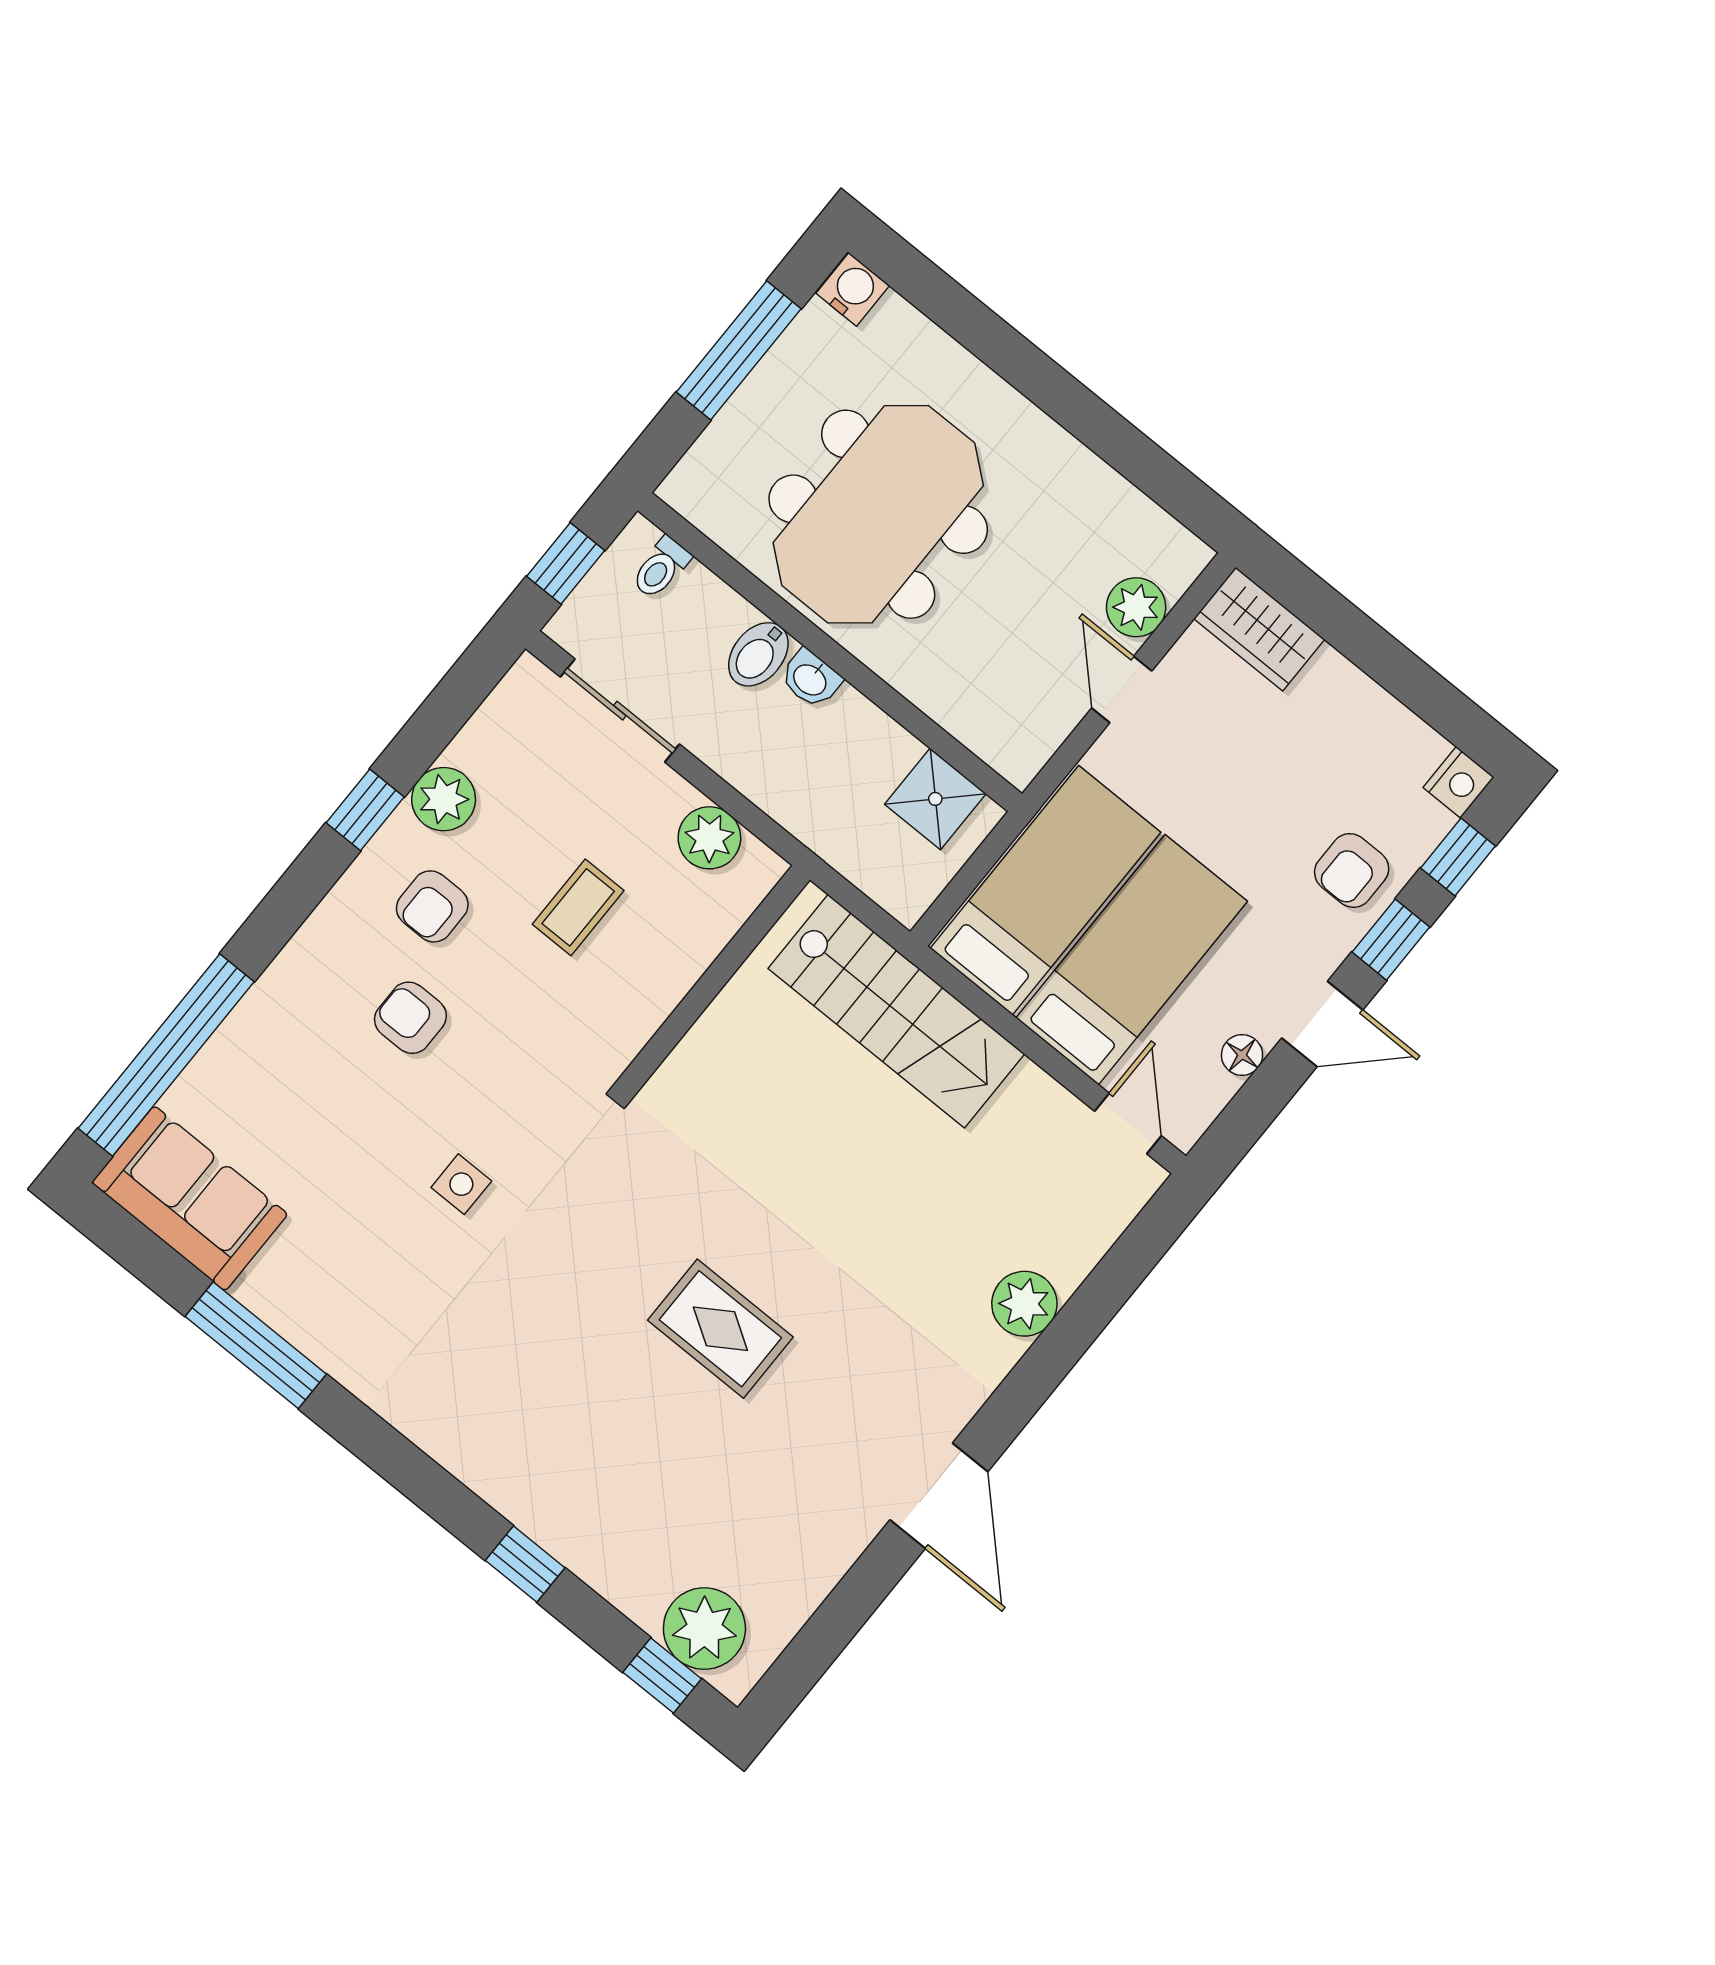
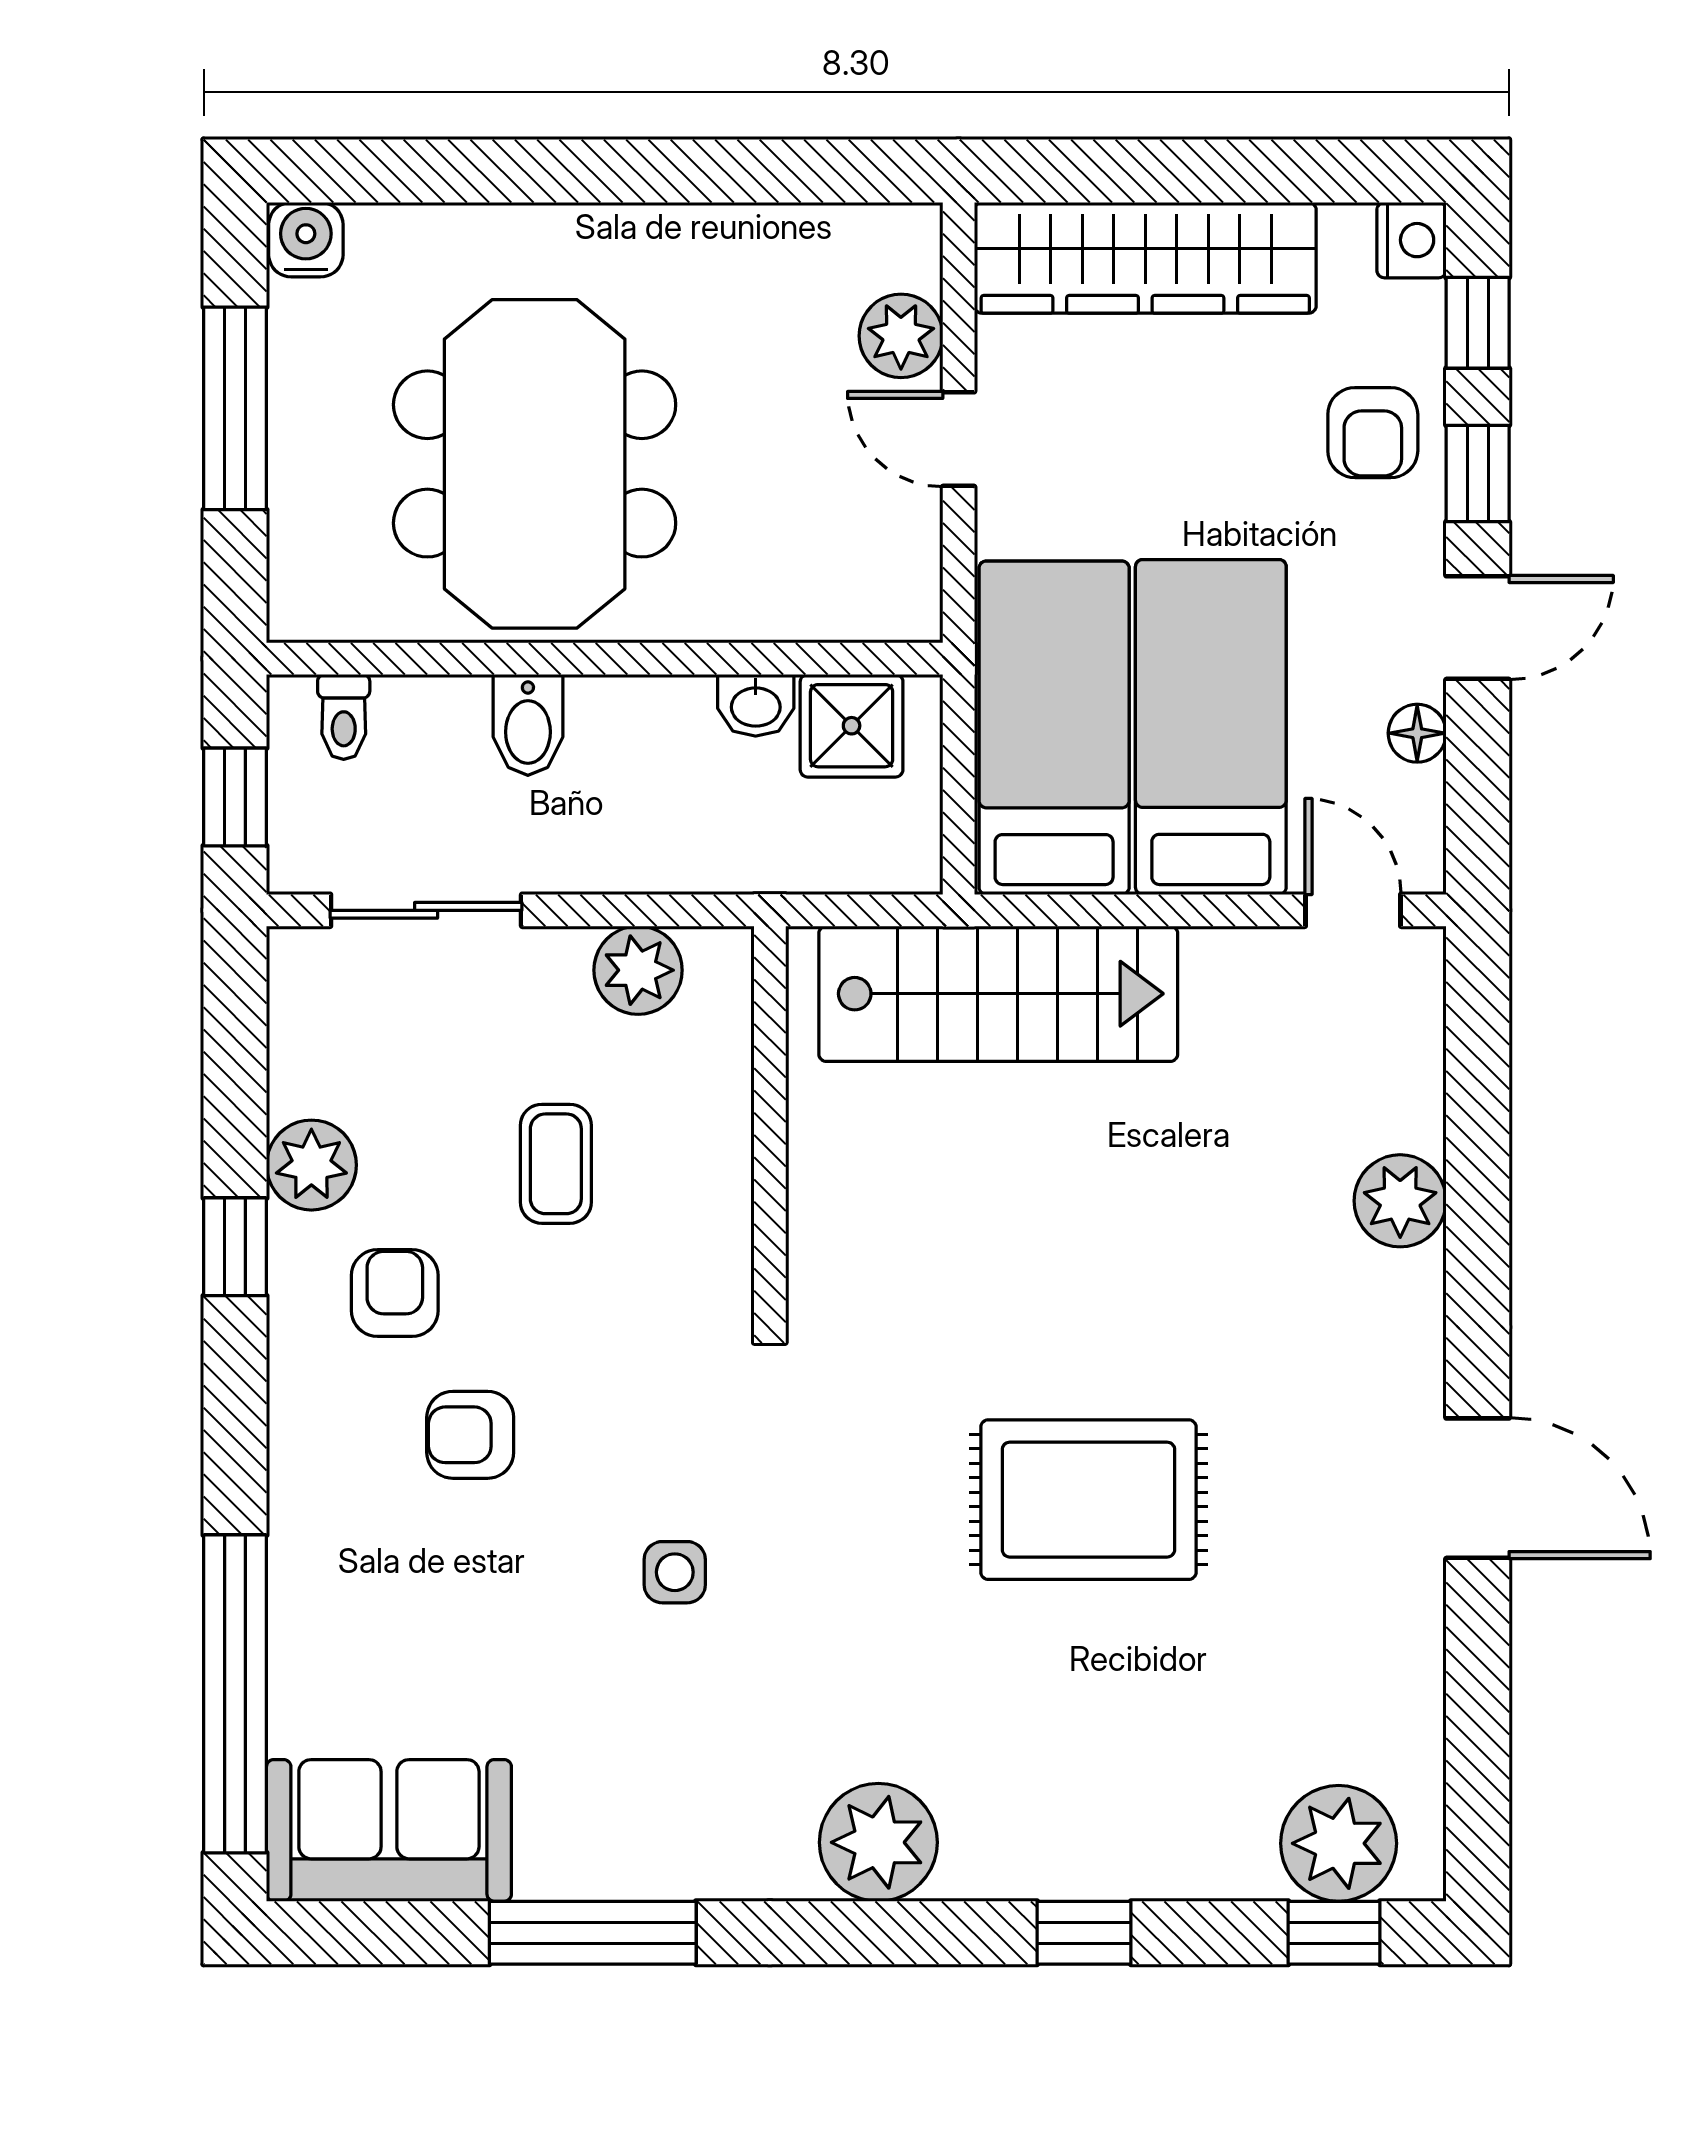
wardrobe: (1259, 629) -> (1145, 258), width x2.10, depth x1.17
washbasin: (811, 679) -> (756, 705), moved
armchair: (432, 906) -> (395, 1293), turned 180
rug: (720, 1329) -> (1088, 1500), width x1.36, depth x1.43
plant: (453, 1423) -> (878, 1842), added

